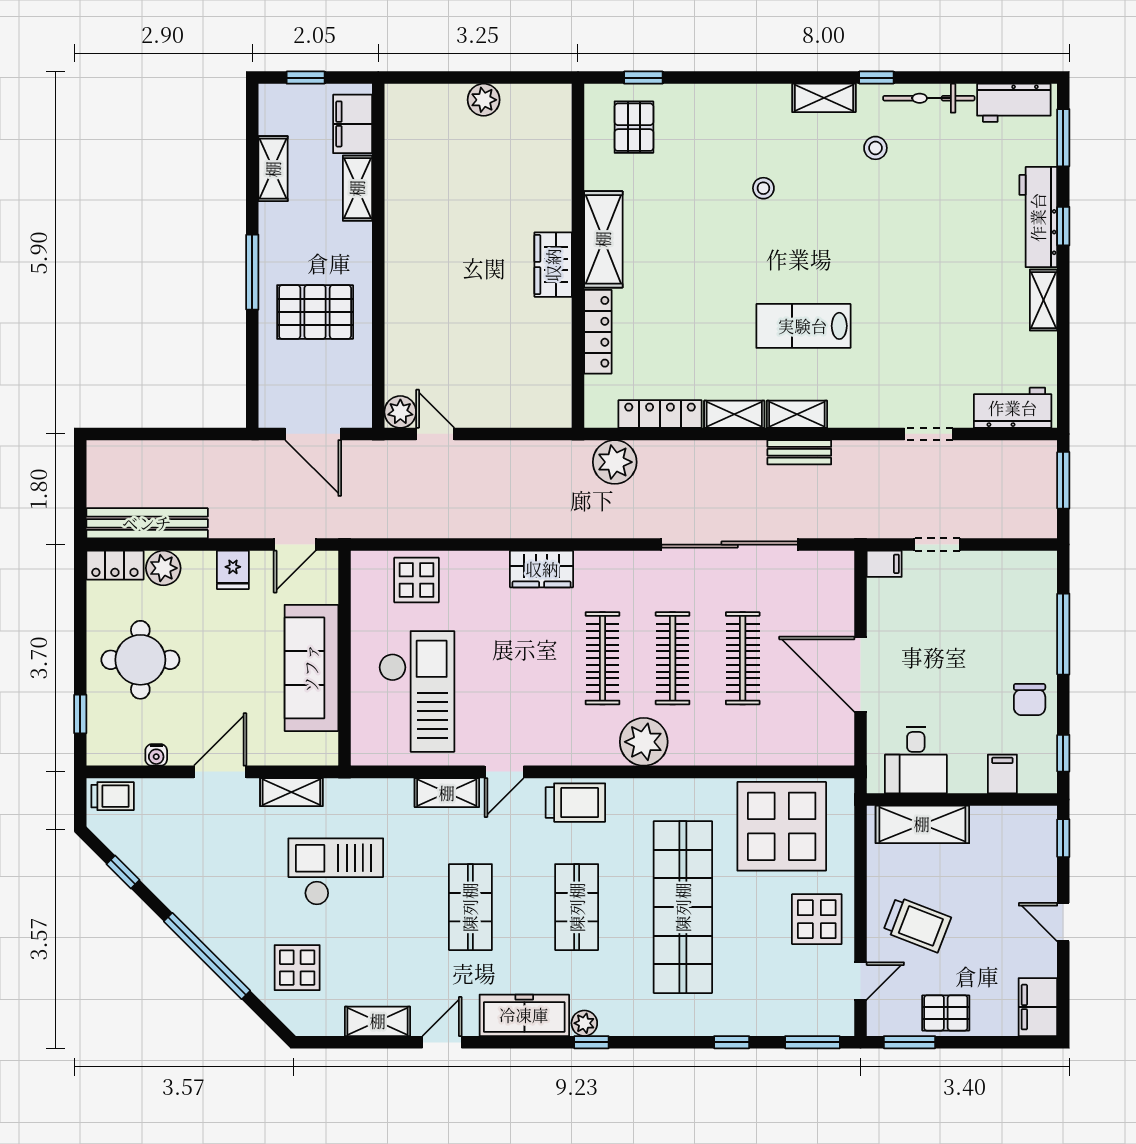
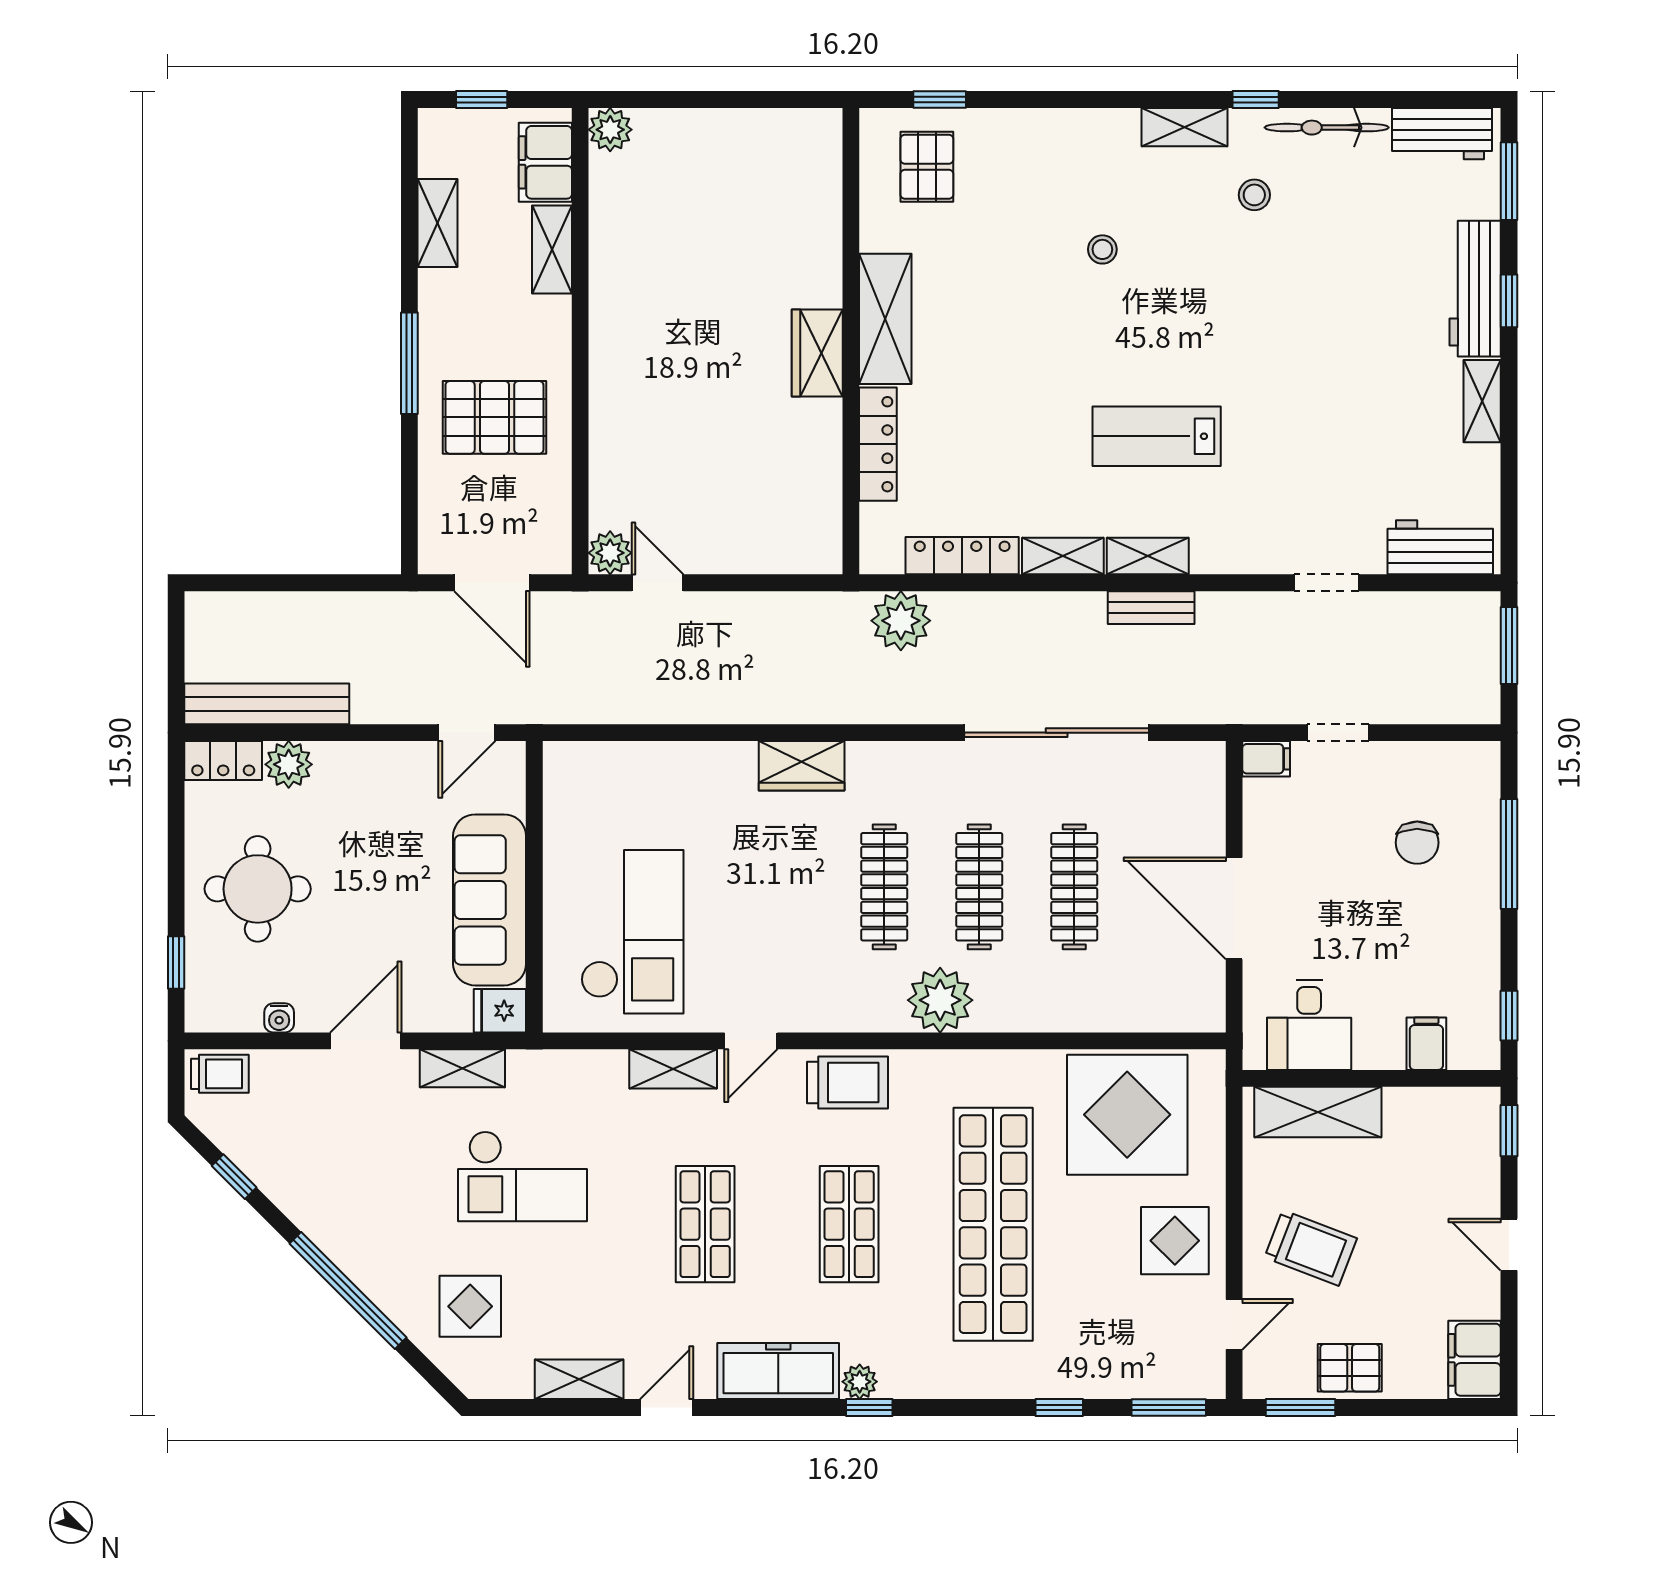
plant: (484, 100) -> (610, 130), moved
fridge: (233, 570) -> (500, 1011), moved, turned 90
display table: (417, 580) -> (632, 781), removed
chair: (1030, 700) -> (1417, 843), moved
checkout: (336, 872) -> (523, 1176), turned 180

